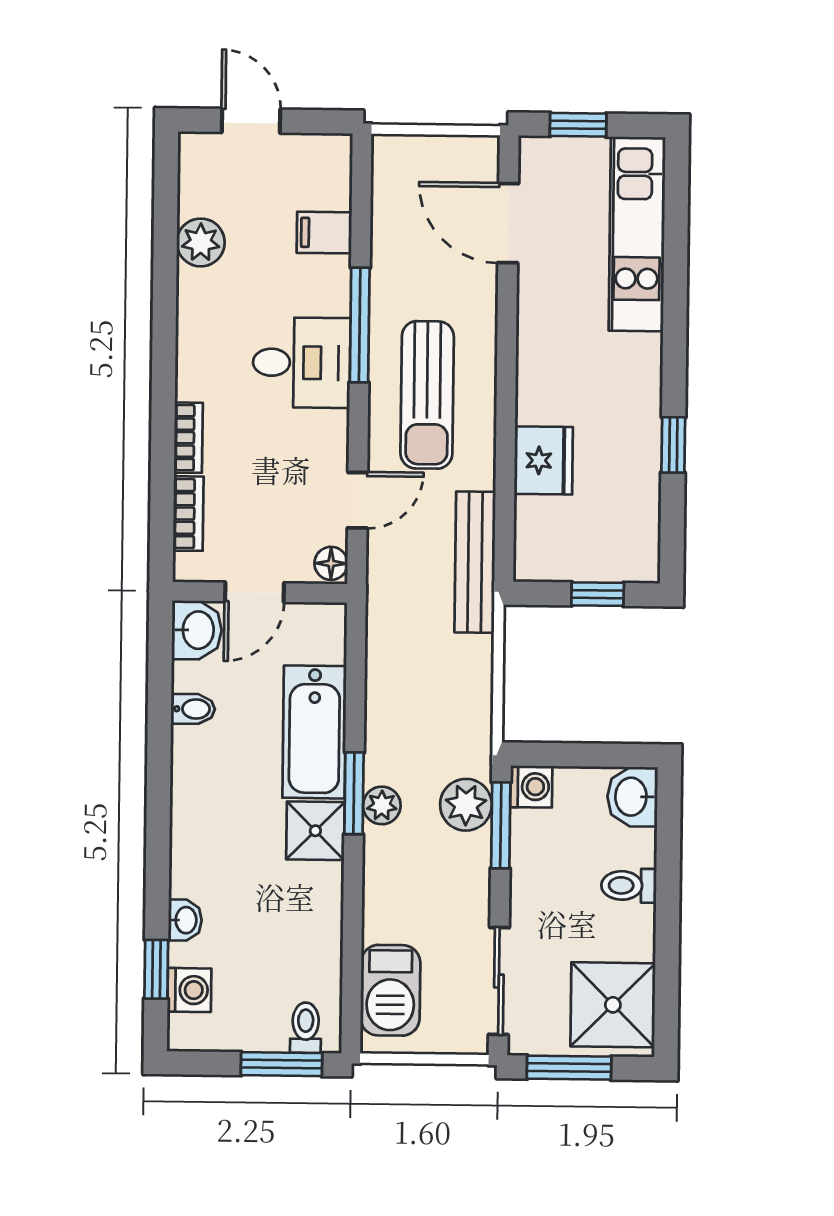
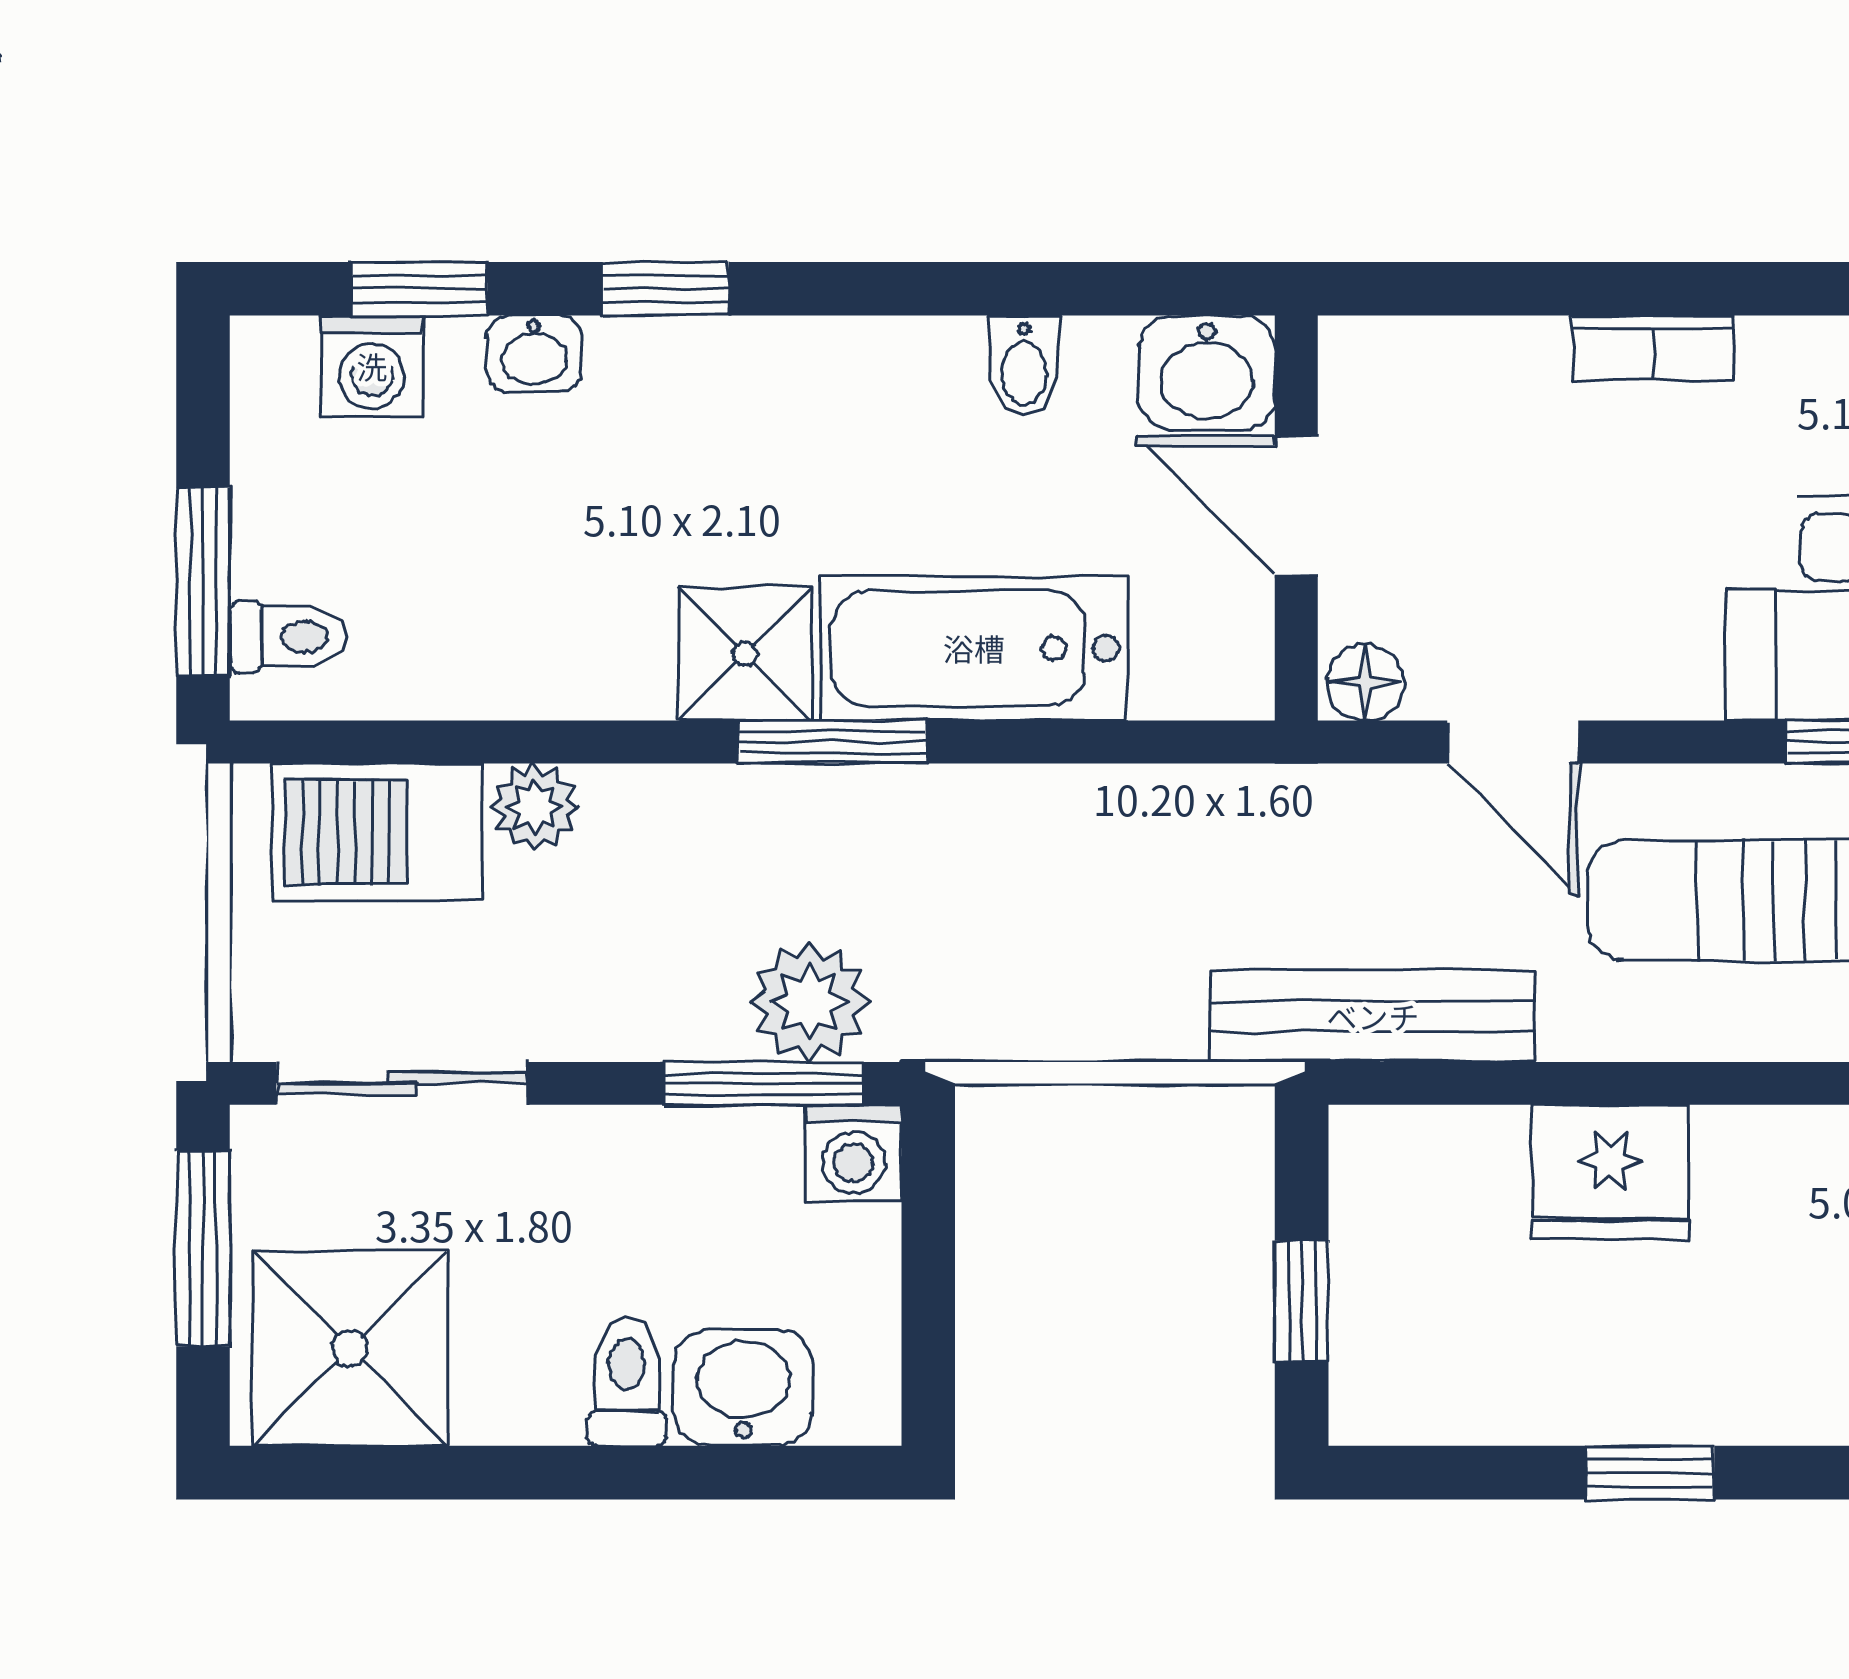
bookcase: (188, 514) -> (1477, 350), removed
washbasin: (632, 797) -> (743, 1388), moved
plant: (382, 805) -> (534, 807), moved
window: (158, 863) -> (666, 289), added

